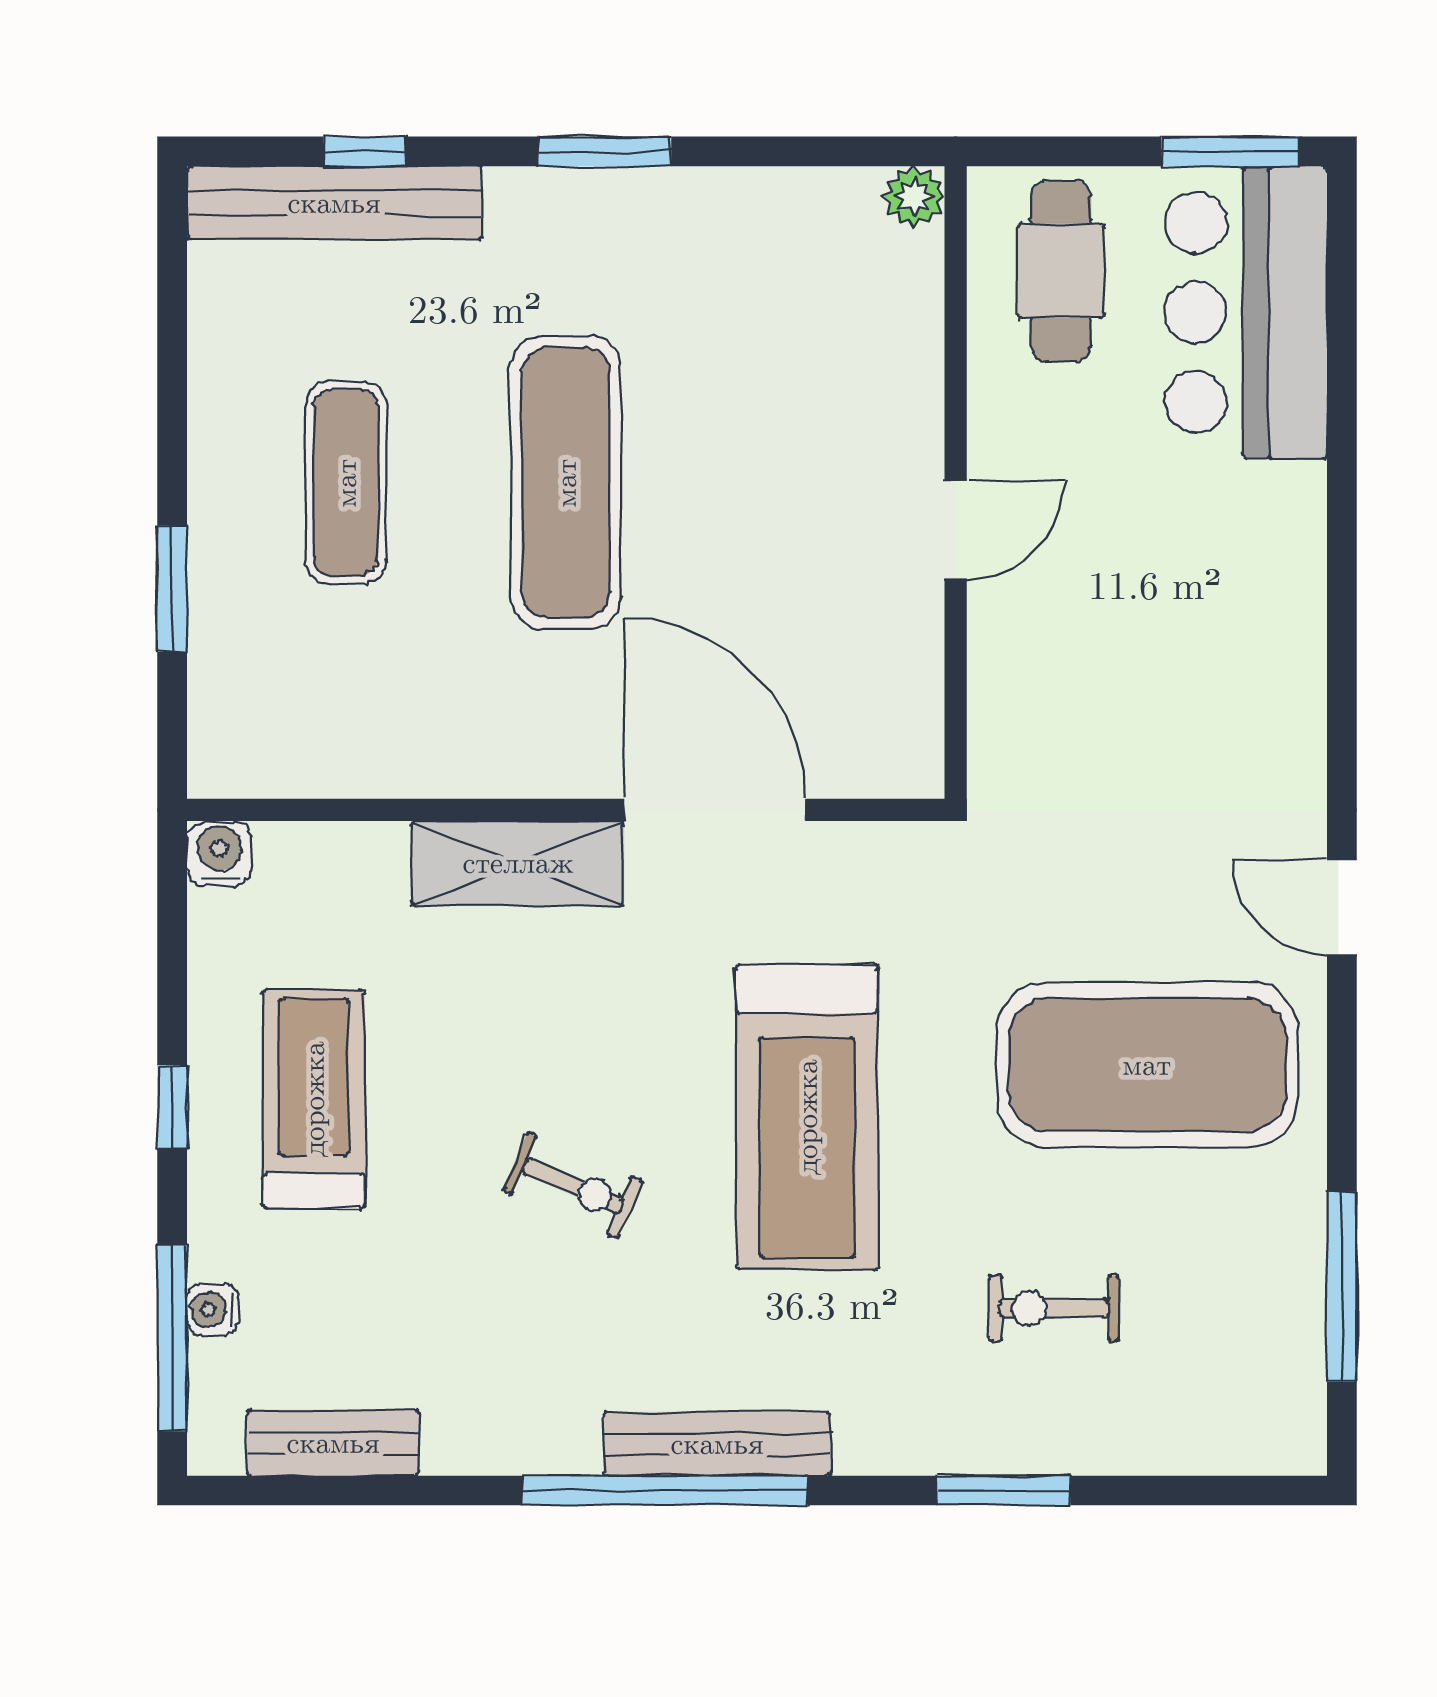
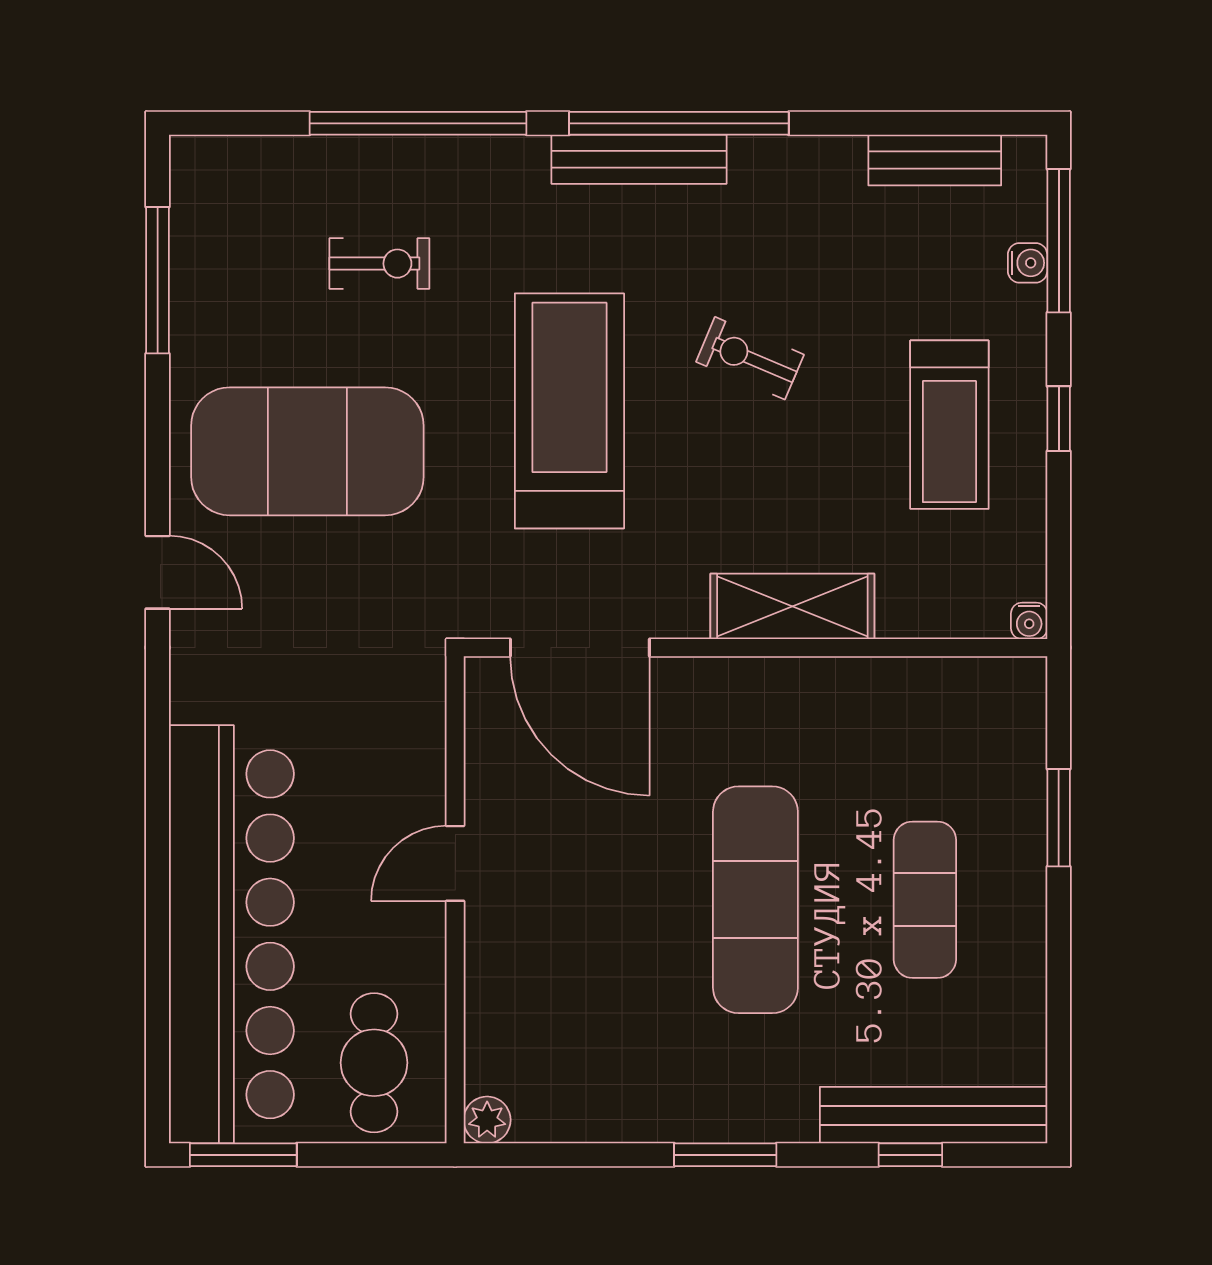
bar counter: (1246, 312) -> (231, 934), width x1.86
door: (715, 810) -> (580, 648), moved
water cooler: (219, 854) -> (1029, 621), width x0.72, depth x0.72
window: (1004, 1490) -> (418, 123), width x2.11

